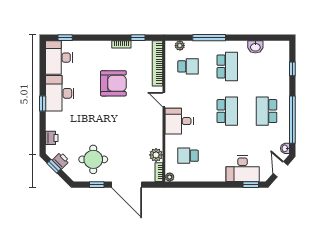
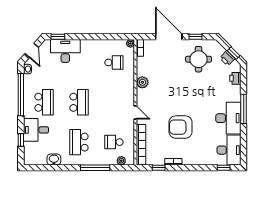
window: (43, 104) -> (244, 109), width x2.17
school desk: (227, 111) -> (79, 102), turned 180
desk: (179, 121) -> (36, 130), moved, turned 180
plant: (156, 155) -> (142, 82), moved

